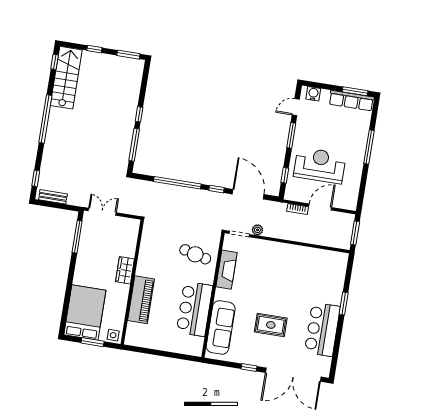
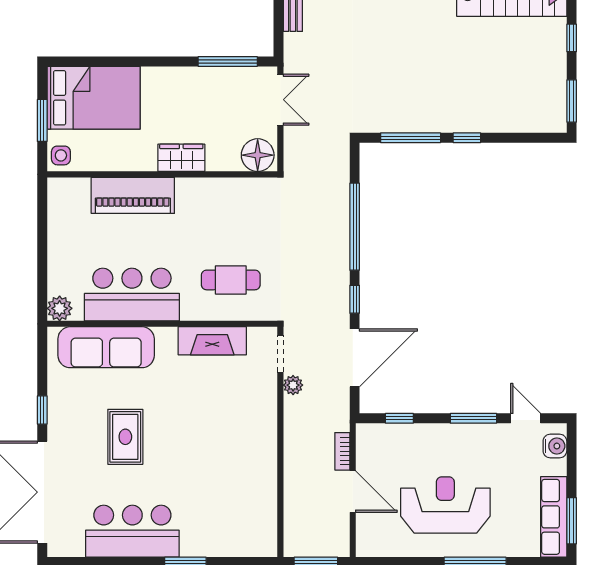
reception desk: (320, 165) -> (445, 505), moved, turned -90
floor lamp: (130, 229) -> (258, 155), added
cafe table: (195, 254) -> (231, 280), turned 76
plant: (196, 349) -> (60, 308), added

